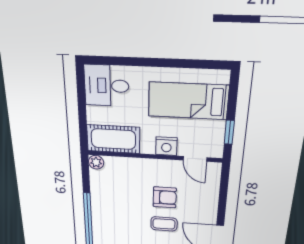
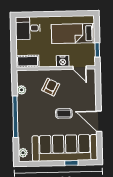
cot: (113, 139) -> (28, 61), width x0.73, depth x0.75
plant: (96, 162) -> (21, 90), moved
armchair: (165, 197) -> (51, 87), moved, turned -63

